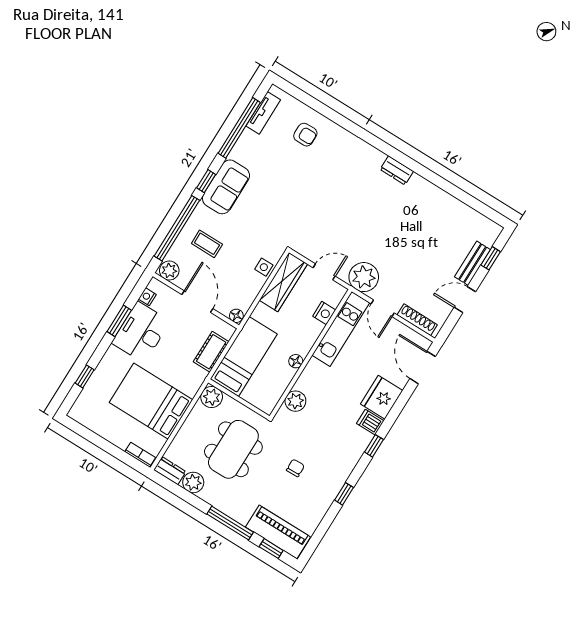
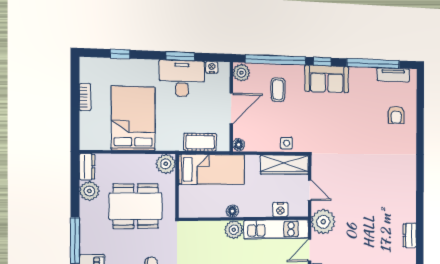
dresser: (397, 170) -> (410, 235), moved
plant: (295, 401) -> (234, 230), moved
bookcase: (140, 455) -> (85, 97), moved

